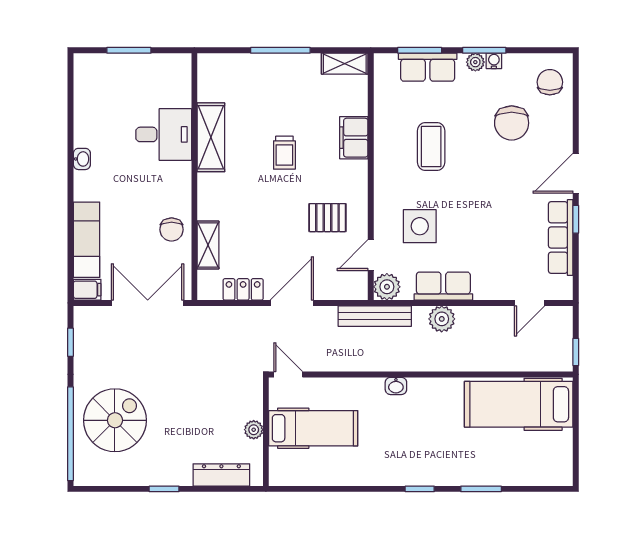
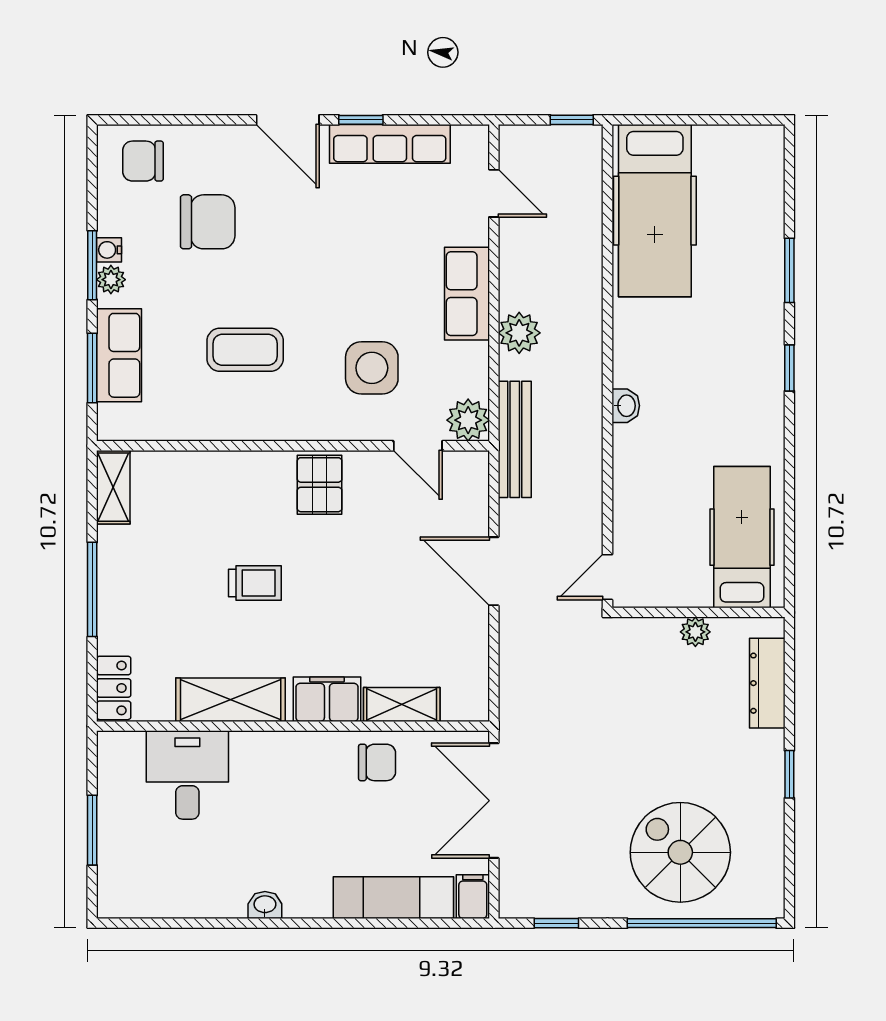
desk: (164, 134) -> (187, 775), moved
filing cabinet: (354, 138) -> (327, 699), moved, turned 180
pallet: (327, 218) -> (320, 485), moved
row of seats: (443, 286) -> (467, 294), moved
locker: (243, 289) -> (114, 688), moved, turned 180
hospital bed: (313, 428) -> (742, 537), moved

